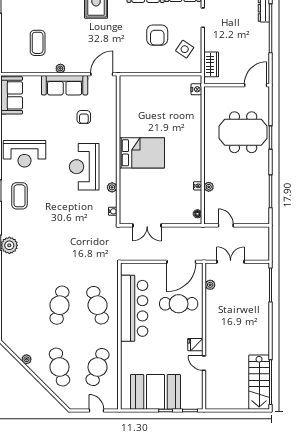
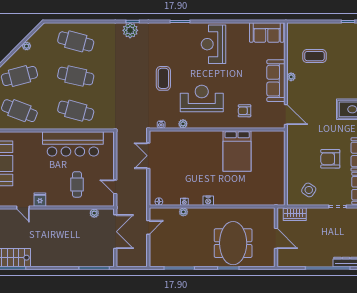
armchair: (157, 35) -> (330, 159), moved
door: (256, 85) -> (276, 238), moved
nightstand: (196, 89) -> (208, 201), moved
armchair: (84, 117) -> (244, 111), moved
bed: (142, 153) -> (237, 151), moved
coffee table: (19, 196) -> (163, 78), moved, turned 90
door: (181, 262) -> (115, 187), width x0.53
double door: (231, 262) -> (115, 232), width x1.37
cafe table: (179, 304) -> (77, 184), width x0.73, depth x0.74
cafe table: (21, 305) -> (76, 41), added
cafe table: (98, 305) -> (76, 111), turned 33
door: (204, 363) -> (23, 208), swing flipped

